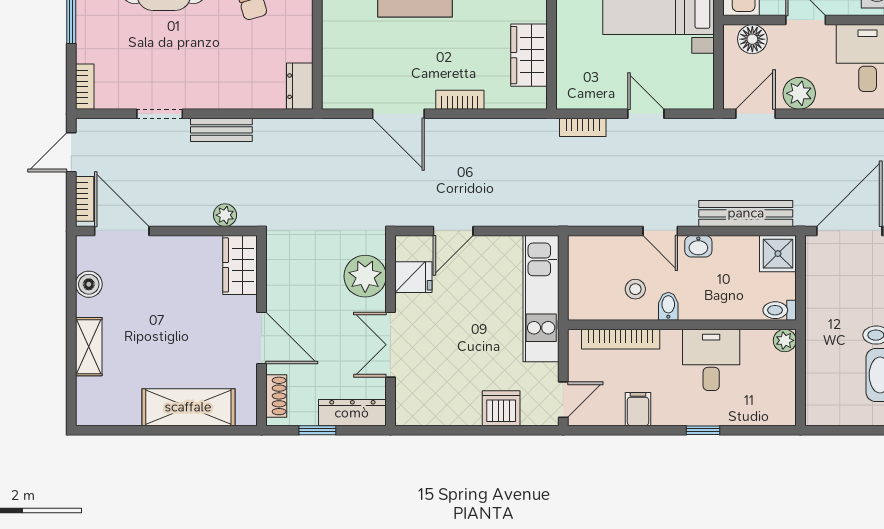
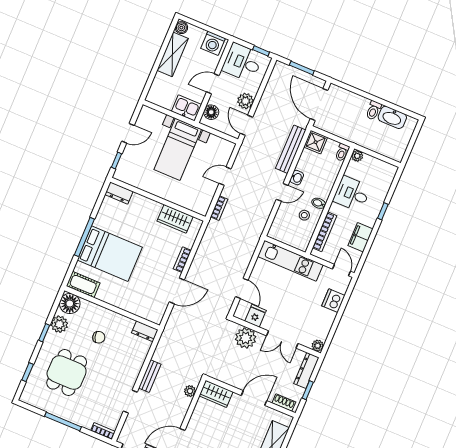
filing cabinet: (638, 409) -> (360, 237), width x2.00
plant: (407, 414) -> (318, 346), added

